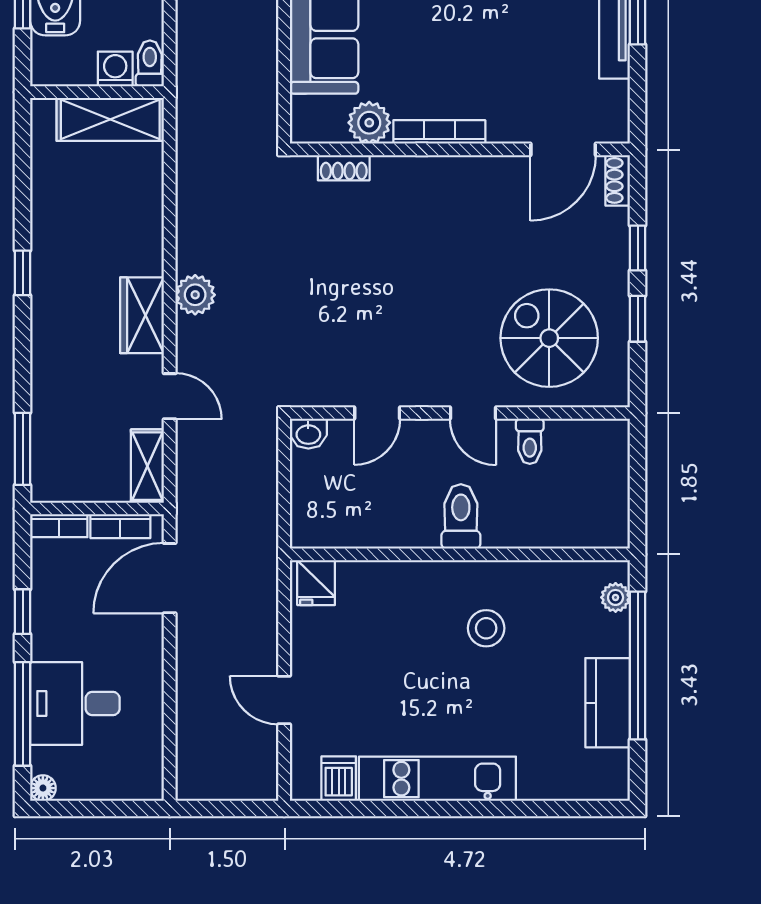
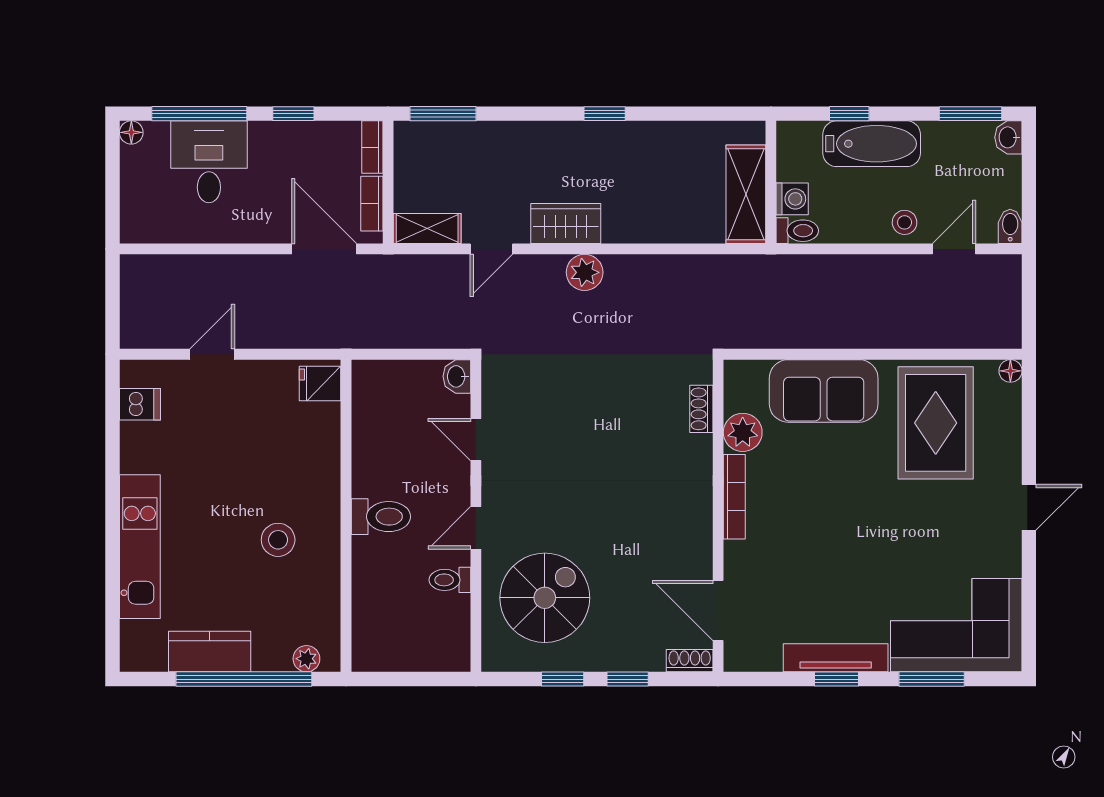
kitchen unit: (437, 779) -> (140, 547), moved

